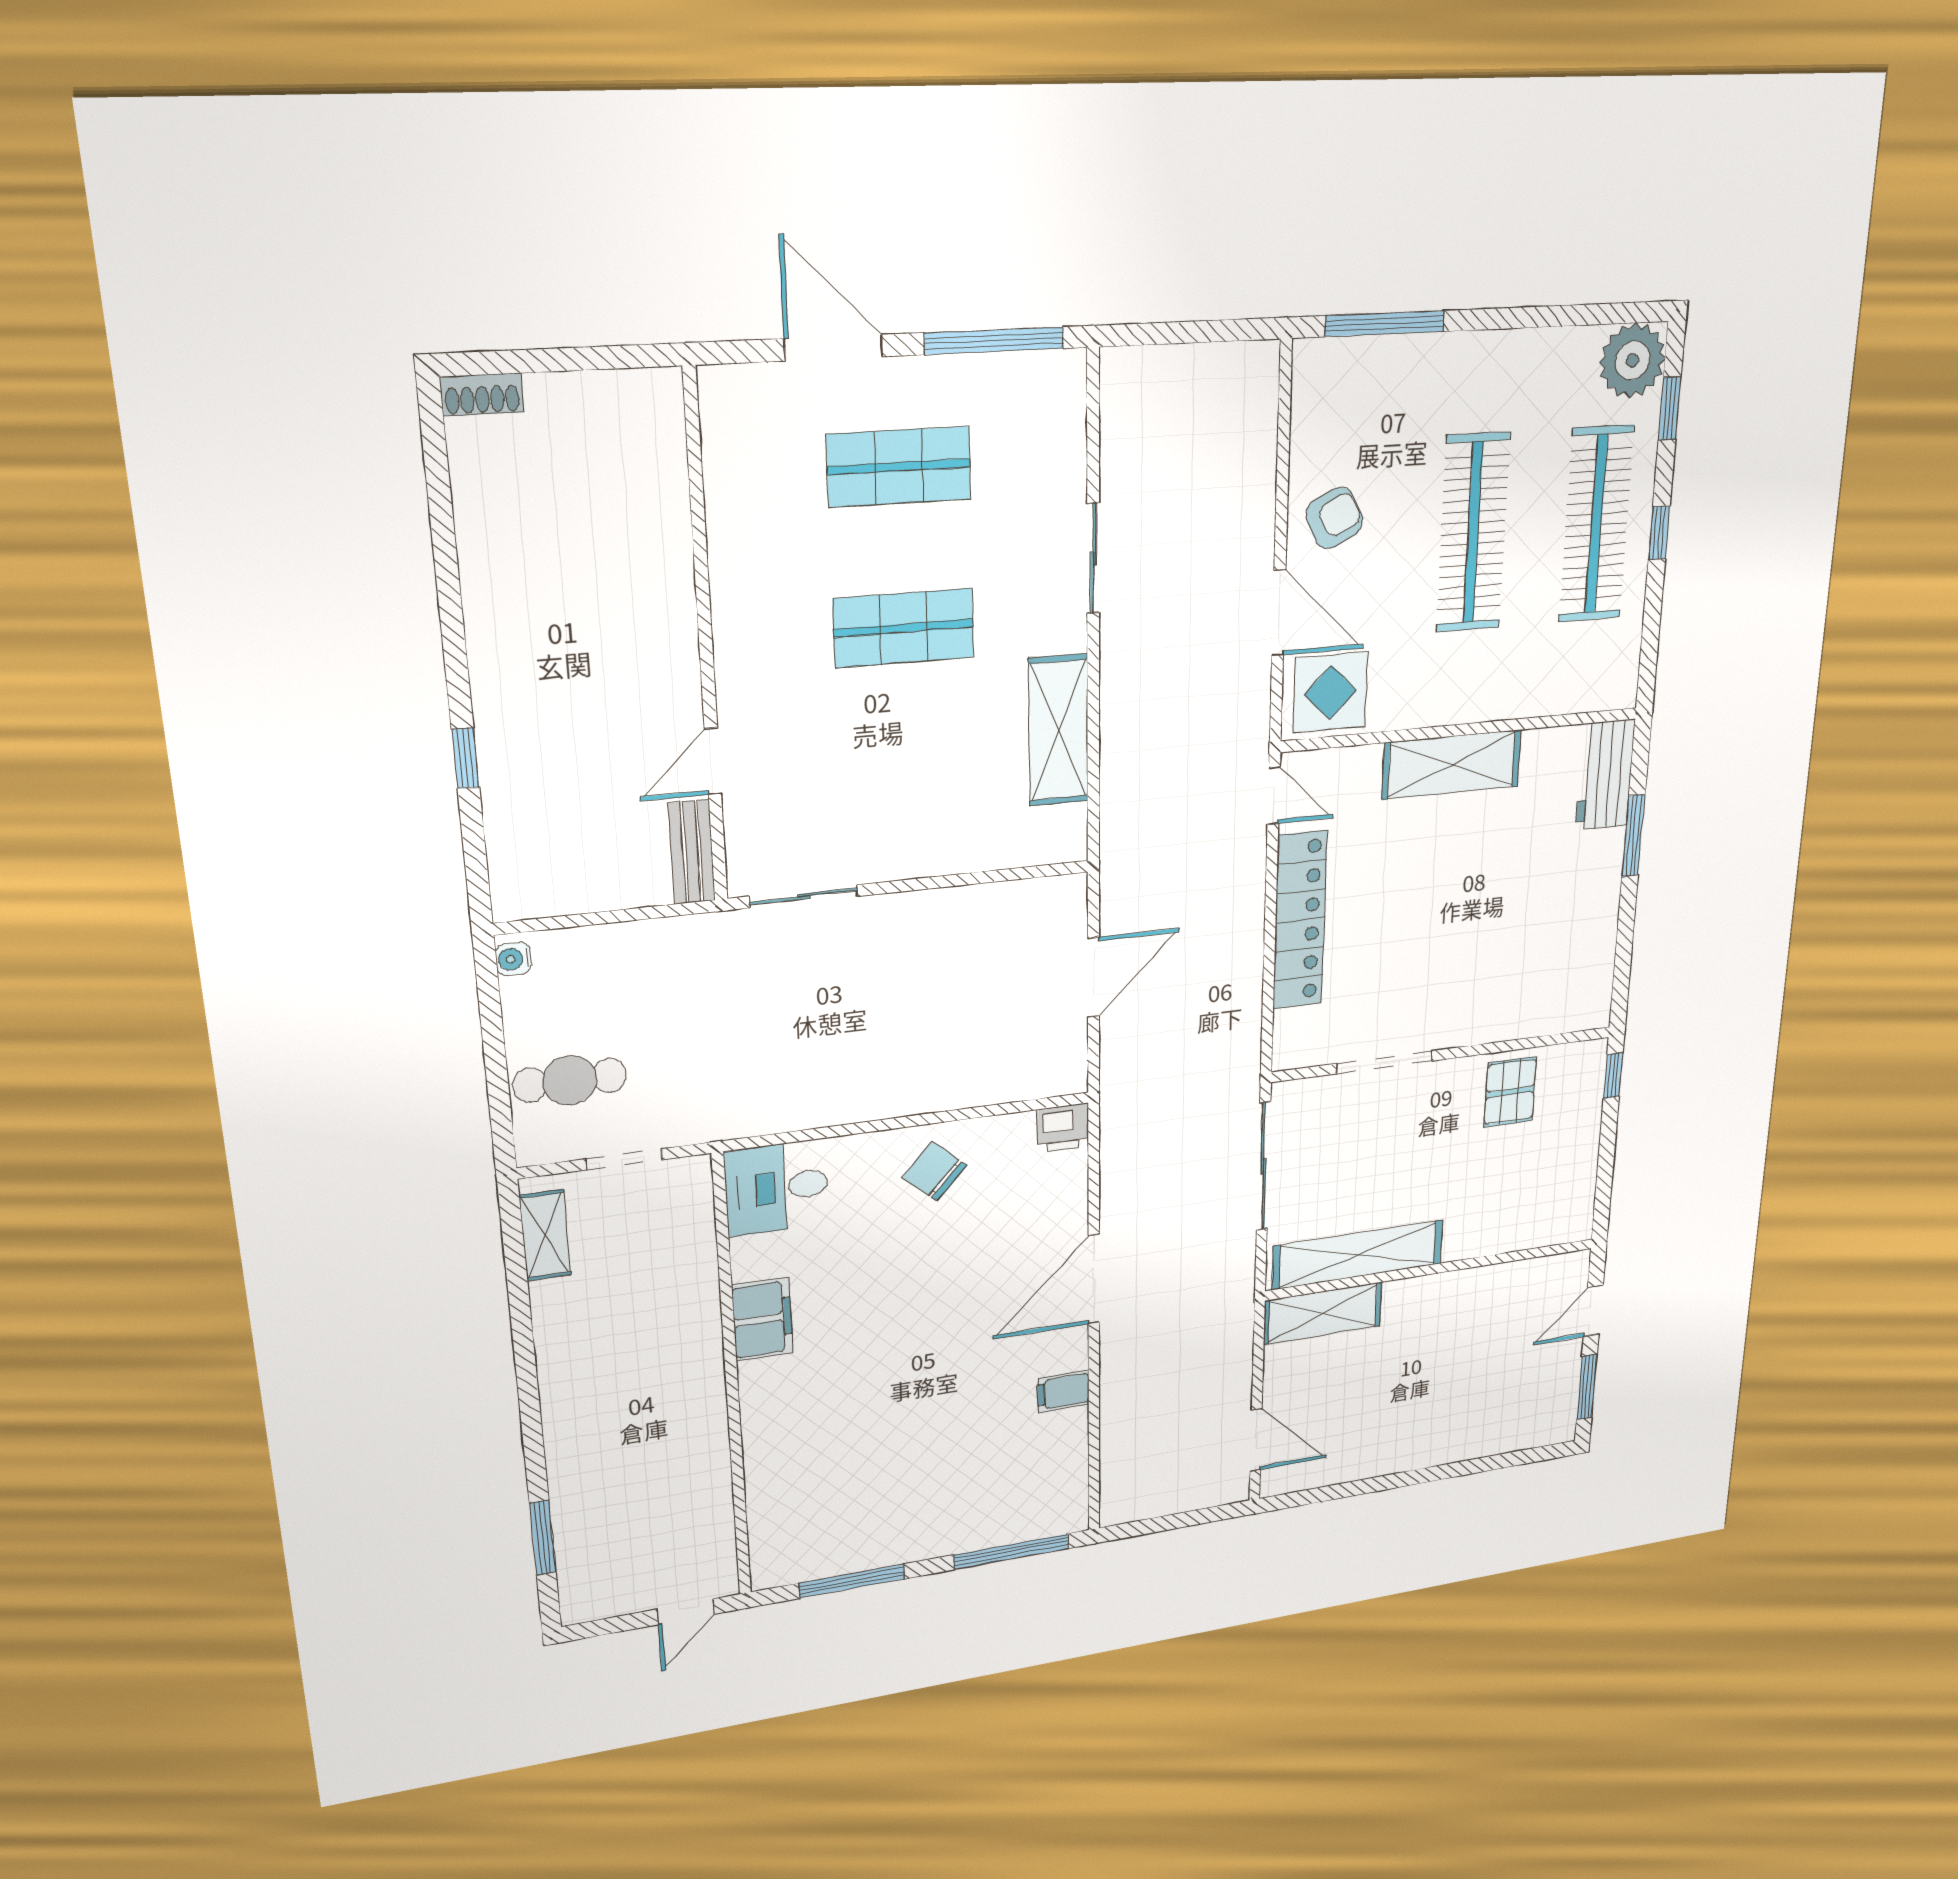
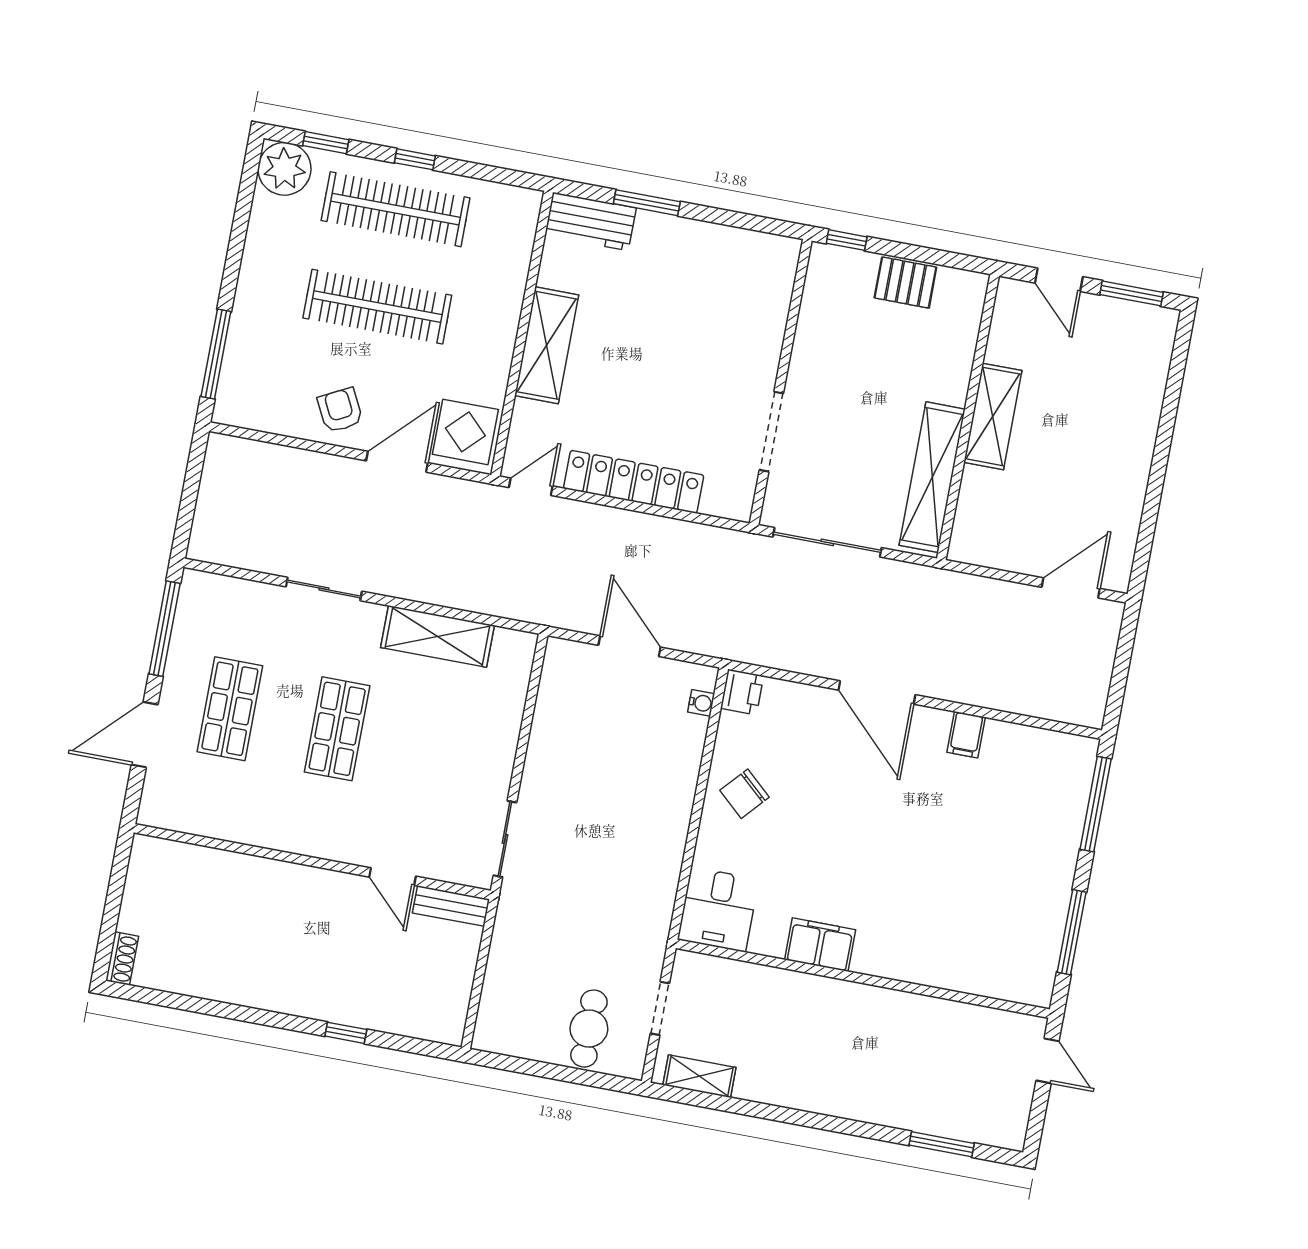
water cooler: (513, 959) -> (701, 703), moved, turned -90
pallet: (1510, 1092) -> (905, 283), moved
shelving: (1323, 1313) -> (993, 416), moved

